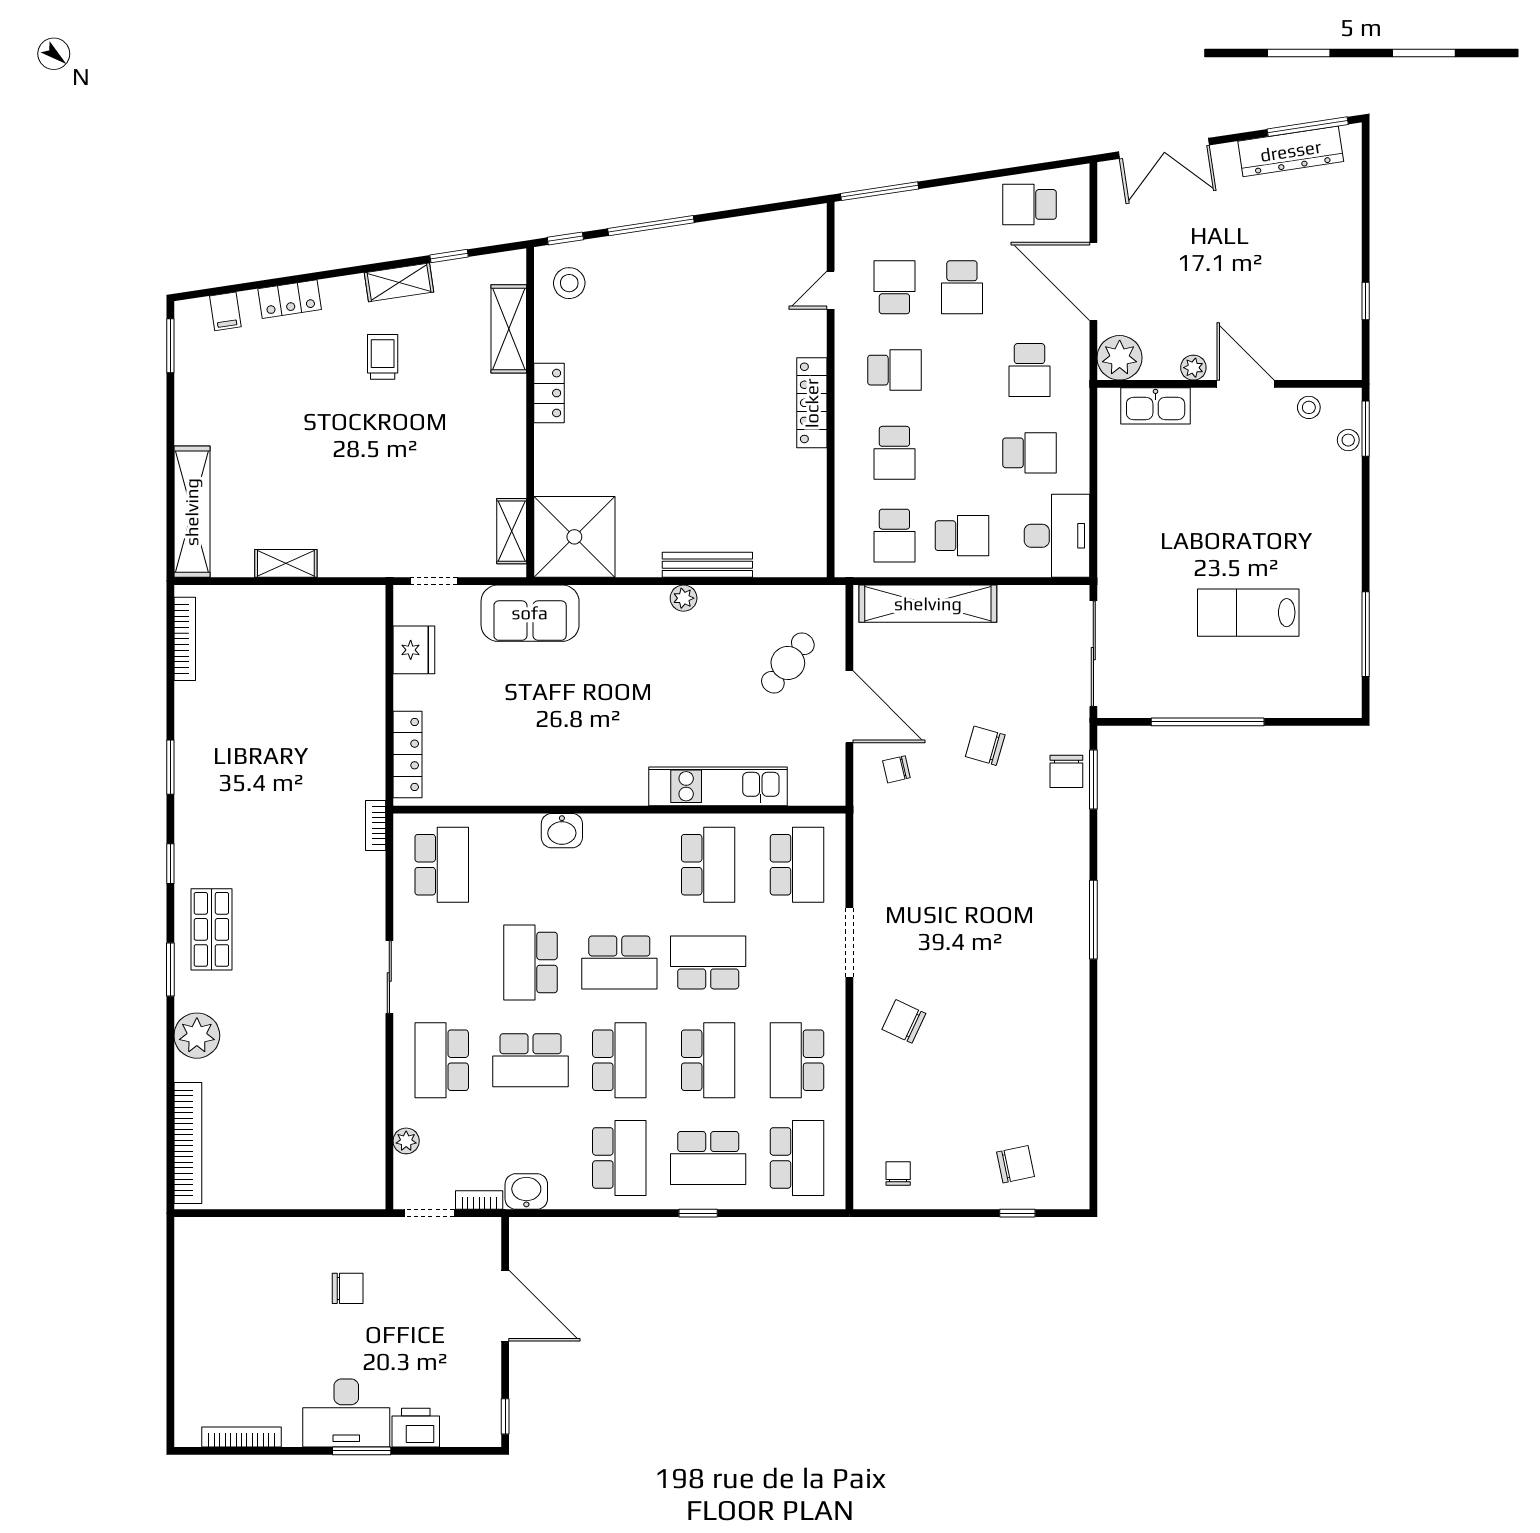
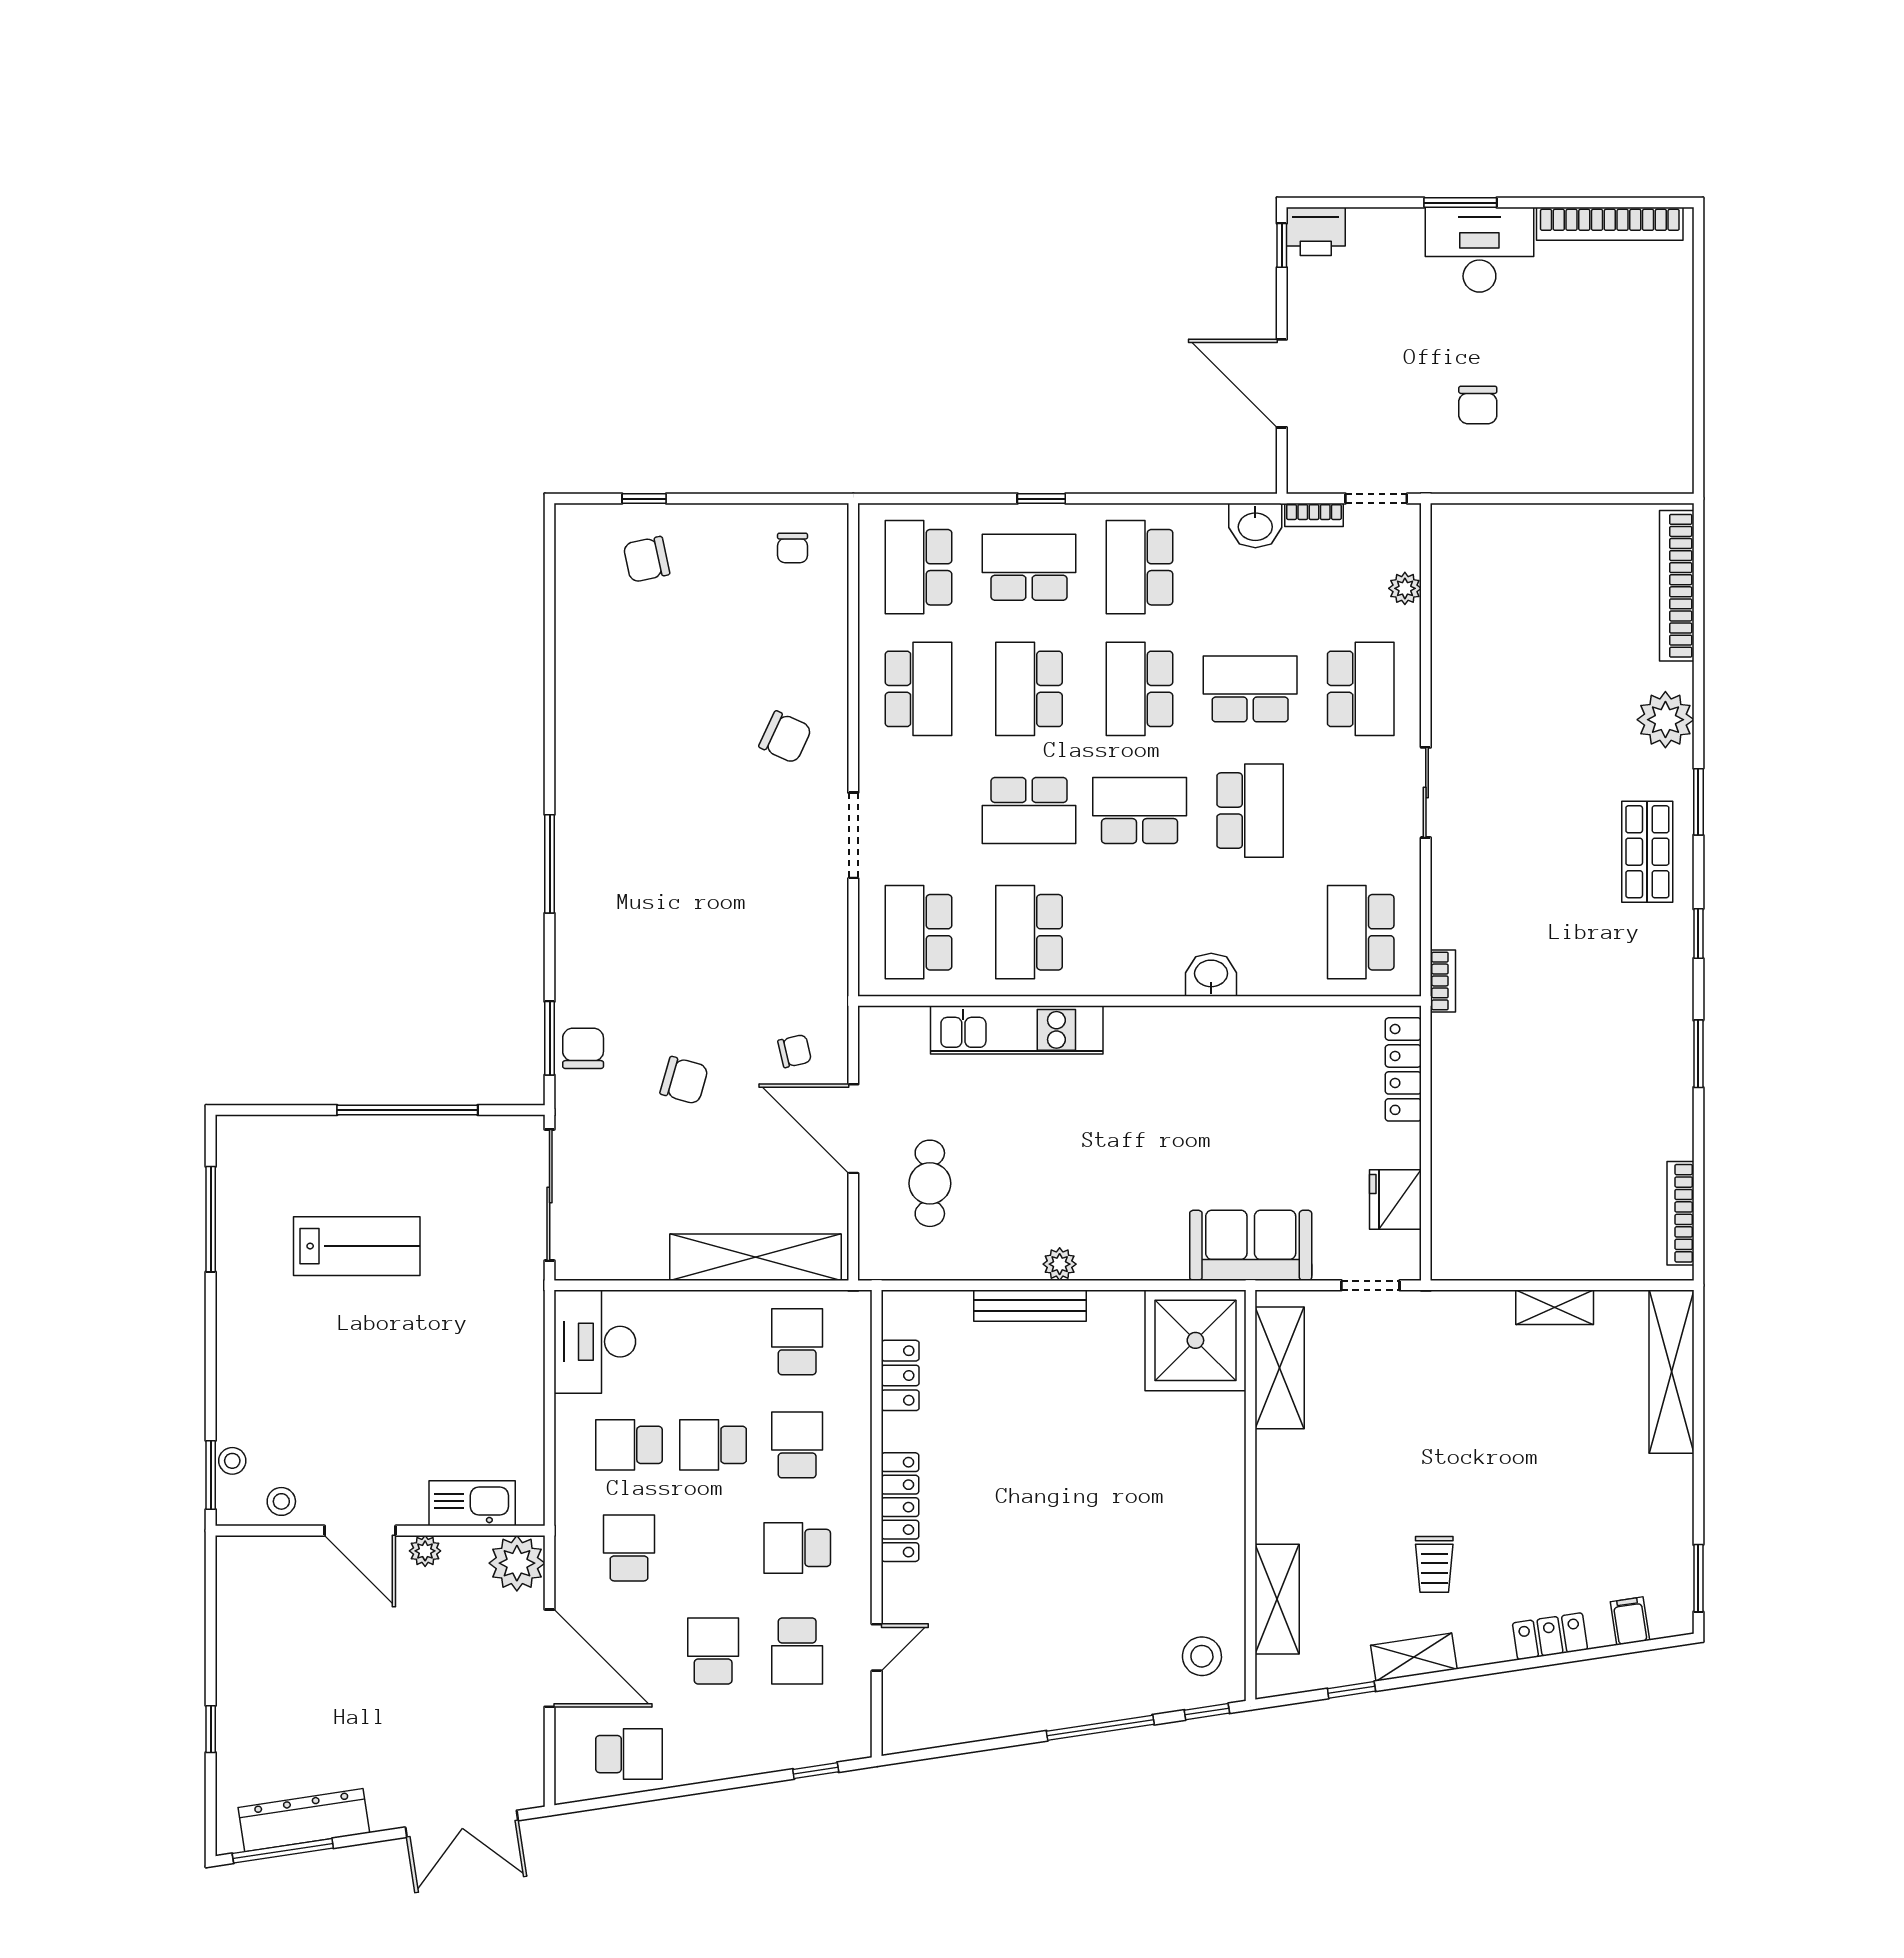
double door: (1164, 148) -> (462, 1824), swing flipped
window: (880, 191) -> (816, 1771), width x0.46
window: (1366, 301) -> (211, 1729), moved
locker: (549, 393) -> (900, 1375), moved, turned 180
shelving: (512, 531) -> (1280, 1368), width x1.50, depth x1.33
school desk: (962, 536) -> (713, 1445), moved
cafe table: (788, 663) -> (930, 1183), turned -38
chair: (348, 1288) -> (1478, 405), turned -90
printer: (416, 1428) -> (1316, 231), moved
bookcase: (242, 1437) -> (1610, 224), width x1.48, depth x1.31

